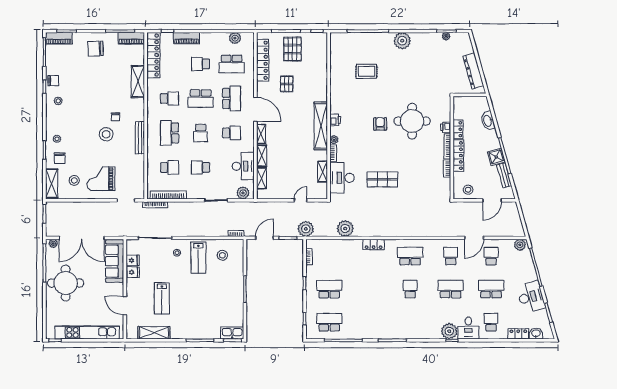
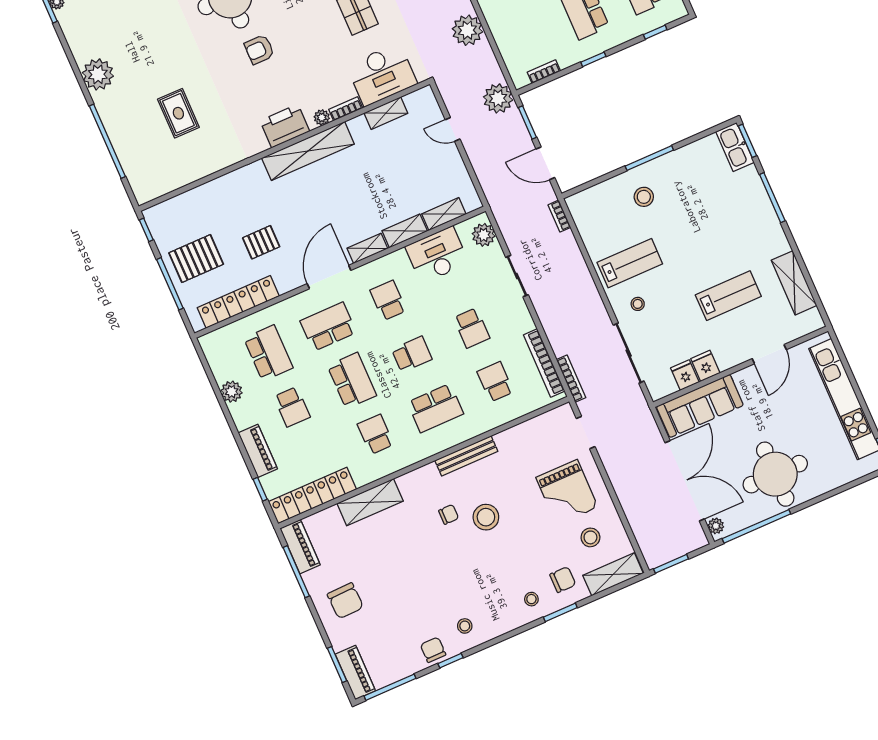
plant: (235, 38) -> (232, 392), moved
printer: (335, 120) -> (285, 126), width x1.87, depth x1.48
stool: (222, 255) -> (644, 197), moved

